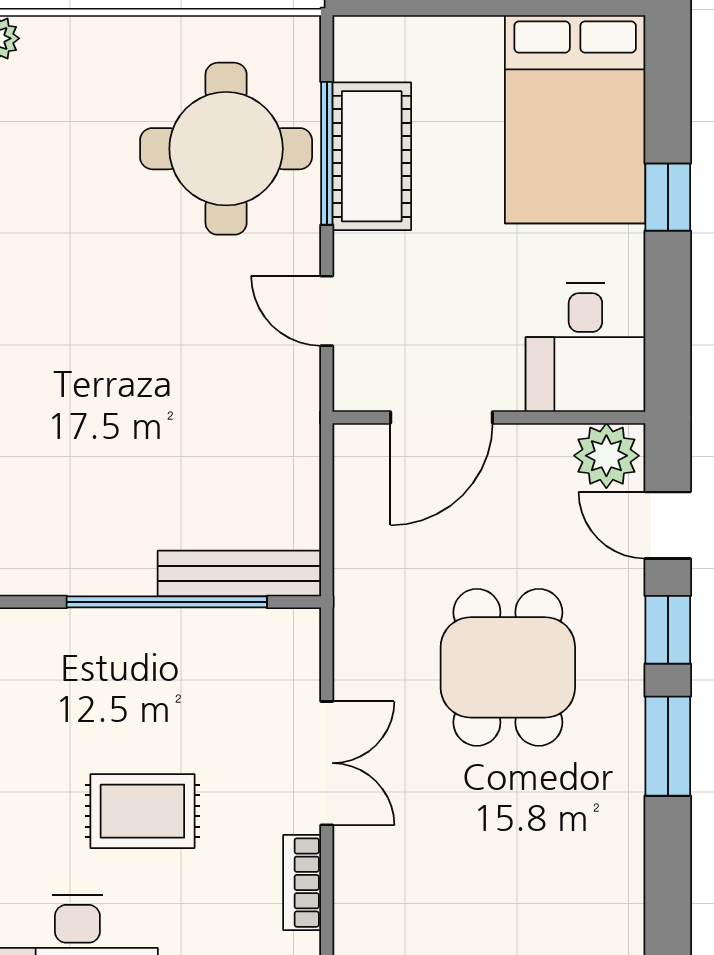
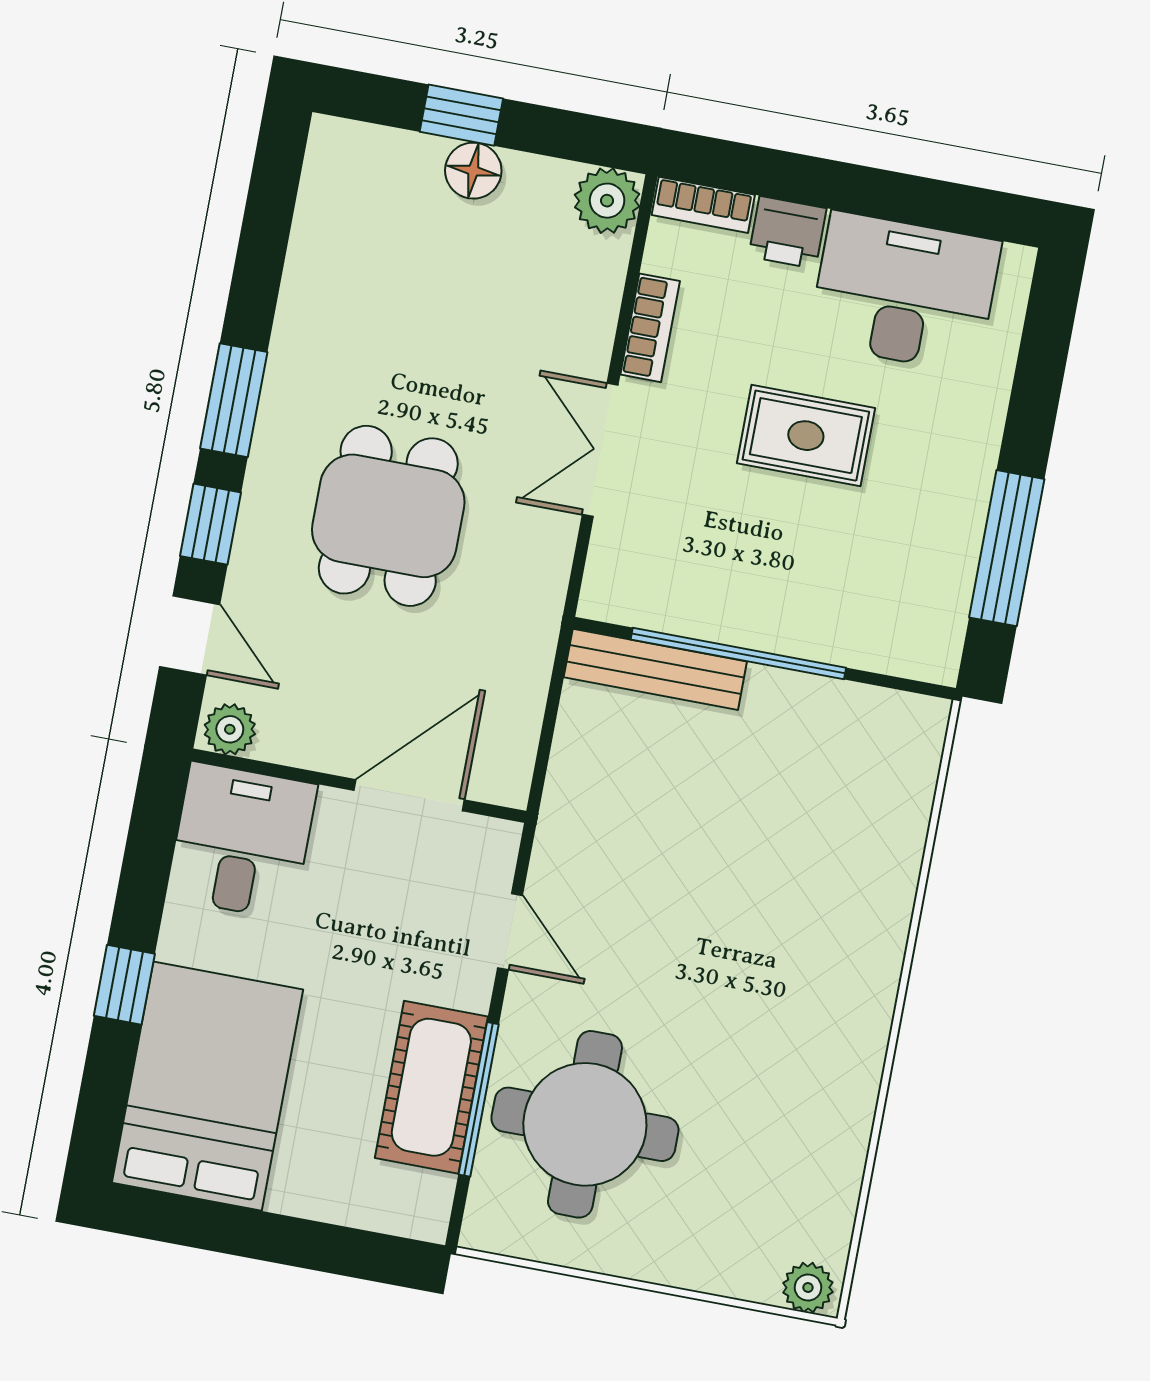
plant: (606, 456) -> (230, 729), width x0.73, depth x0.73

